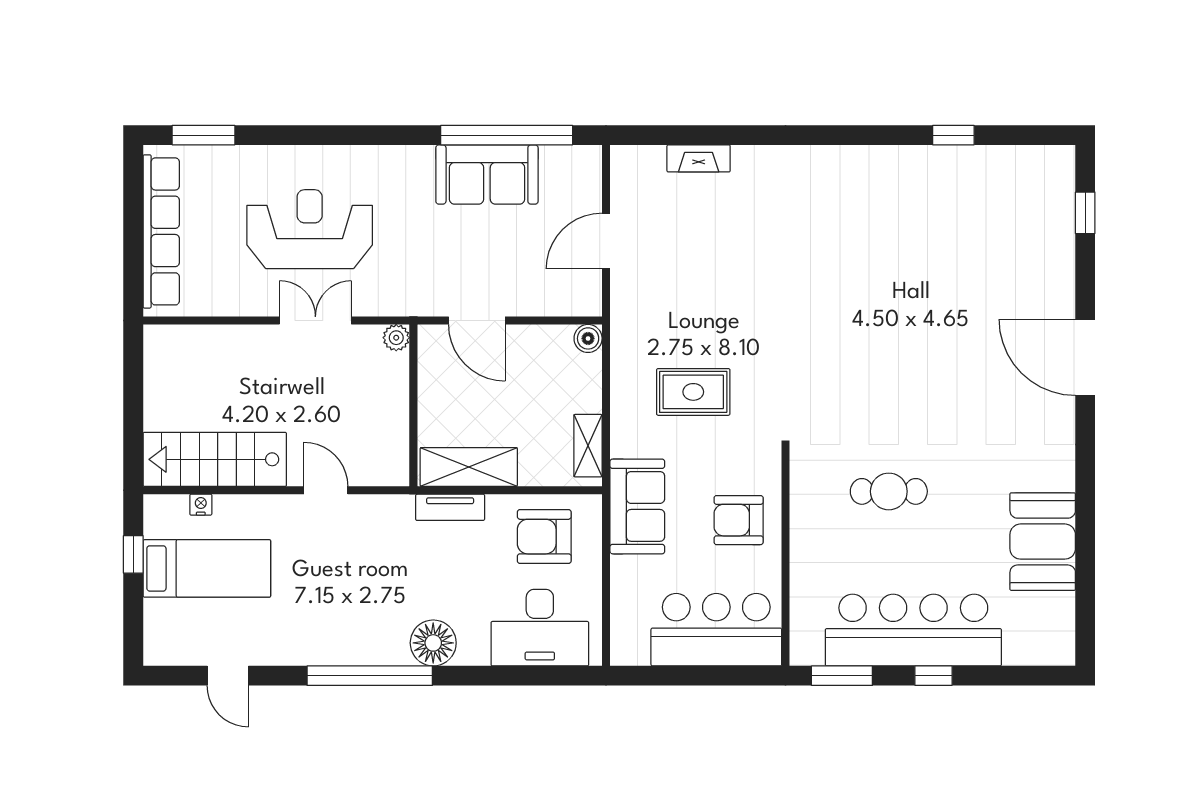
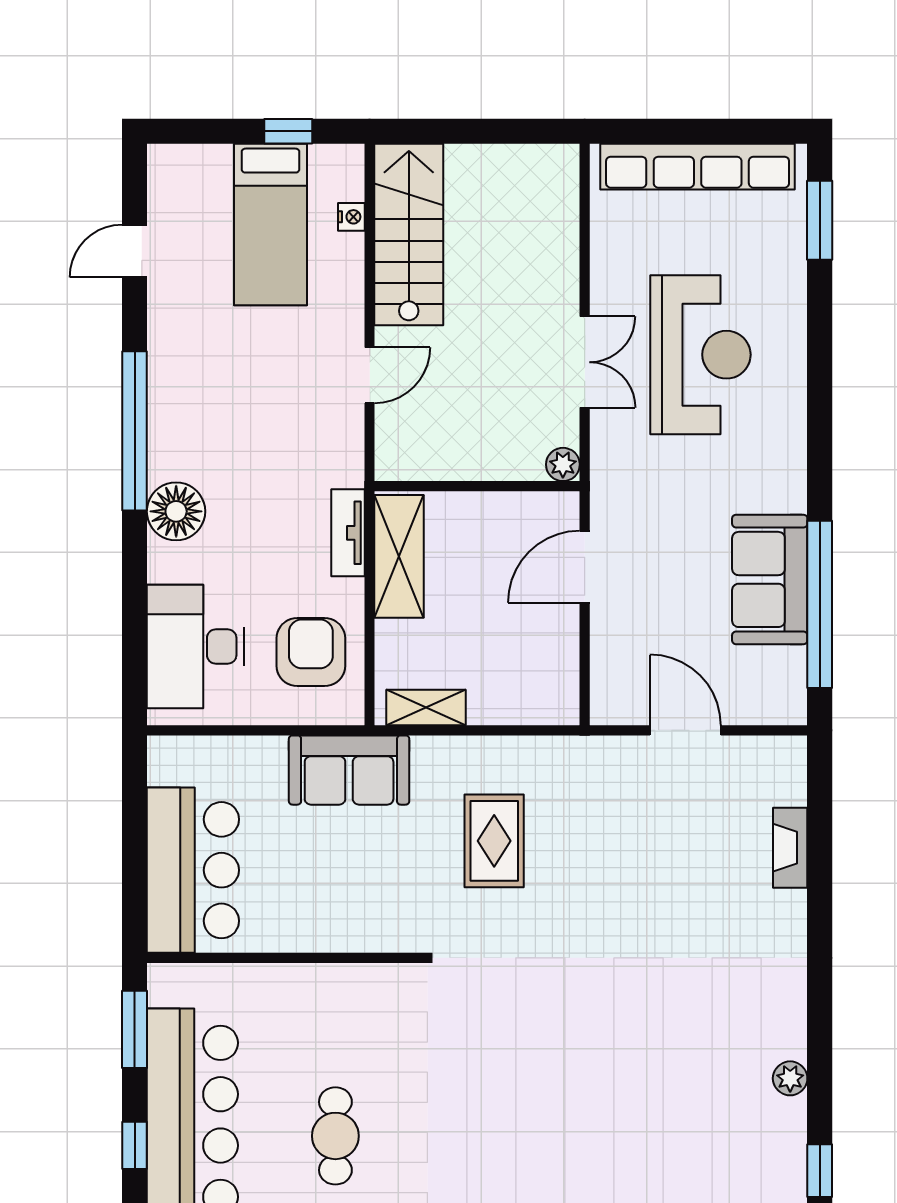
plant: (881, 158) -> (790, 1078), added
boiler: (588, 338) -> (562, 708), removed
cafe table: (889, 491) -> (335, 1136), moved
armchair: (739, 520) -> (332, 898), removed

